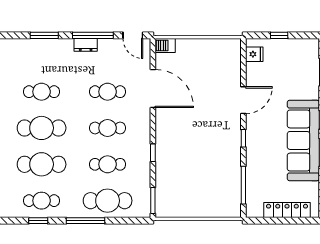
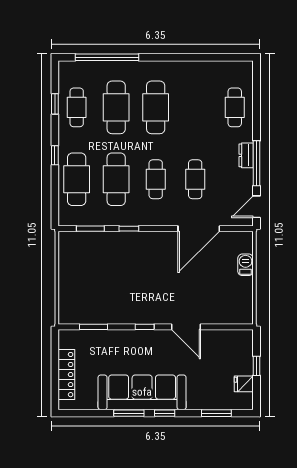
window: (44, 35) -> (257, 110), removed
barbecue: (165, 45) -> (246, 265), moved
fridge: (254, 54) -> (244, 384), moved, turned 90
cafe table: (42, 92) -> (235, 107), moved
cafe table: (108, 164) -> (116, 179), width x1.37, depth x1.35
window: (243, 185) -> (94, 327), width x0.69
window: (153, 200) -> (90, 229), moved
window: (85, 221) -> (55, 155), width x0.46

